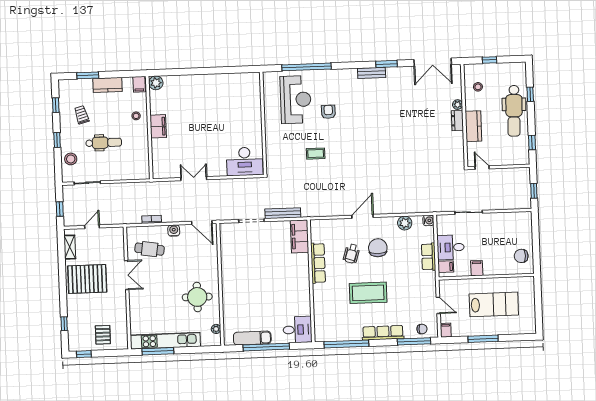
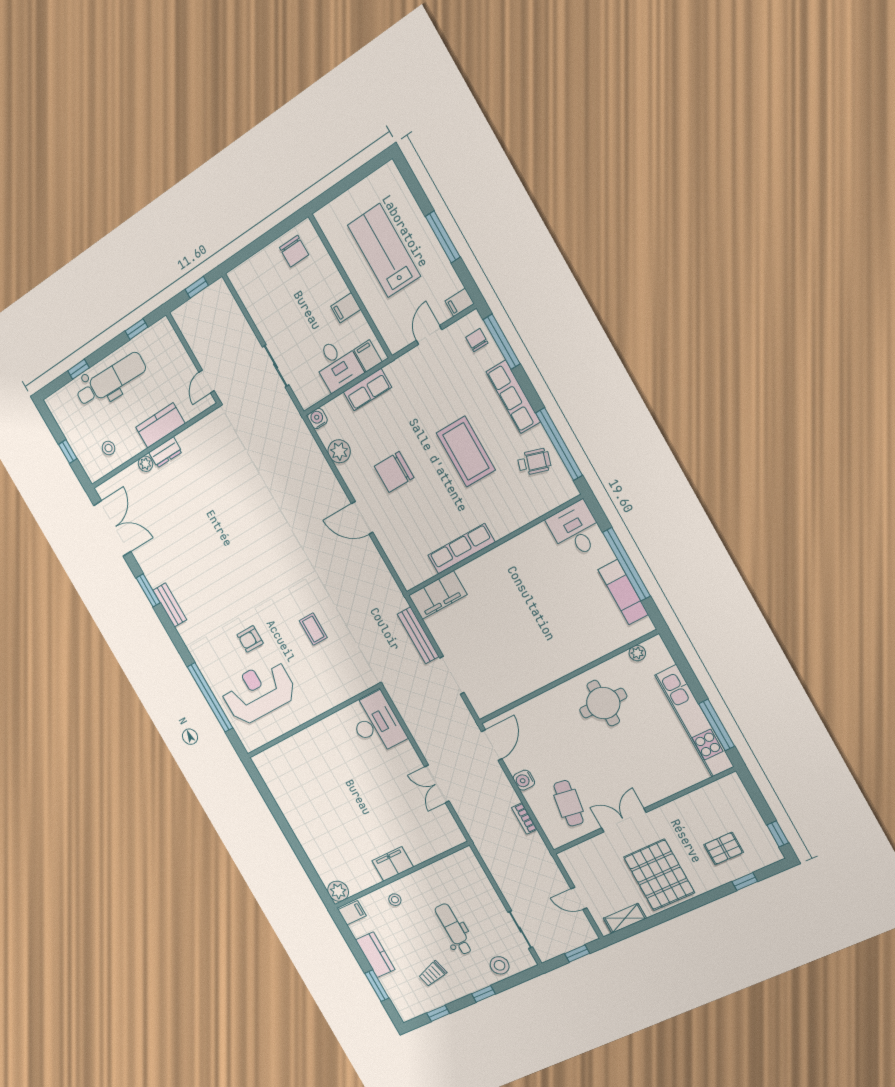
wheelchair: (351, 254) -> (534, 462), moved
pallet: (103, 335) -> (724, 848), moved

